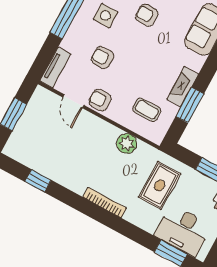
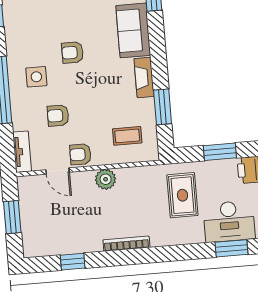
fireplace: (183, 87) -> (144, 77), moved
plant: (127, 144) -> (106, 179), moved
bookcase: (105, 203) -> (126, 244), moved

